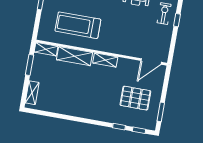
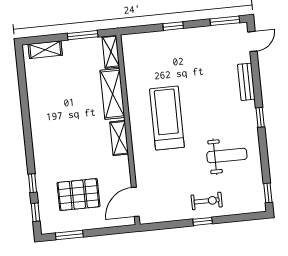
treadmill: (78, 25) -> (167, 118), moved
door: (151, 61) -> (135, 202), hinge flipped
pallet: (135, 98) -> (78, 195), turned 90

